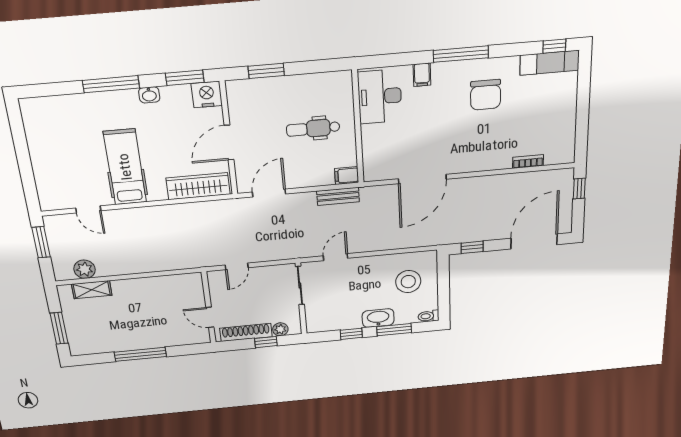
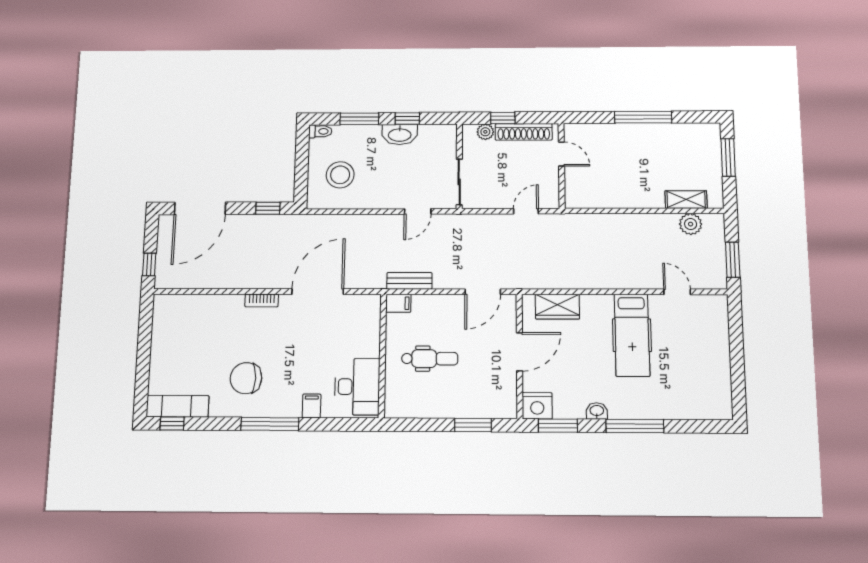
chair: (486, 95) -> (246, 378), turned -90
bookcase: (528, 161) -> (262, 301), moved
wardrobe: (198, 186) -> (557, 307), width x0.67
washbasin: (378, 318) -> (400, 134), moved

